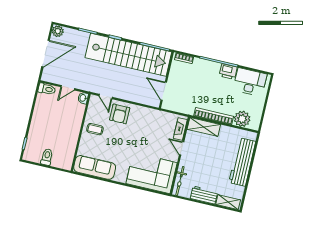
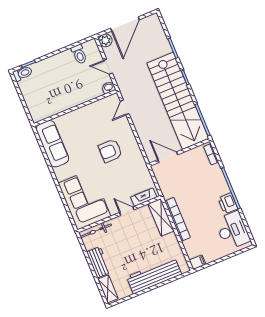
plant: (58, 31) -> (105, 40), moved
door: (46, 53) -> (125, 24), hinge flipped
toilet: (47, 89) -> (79, 54), moved
door: (164, 91) -> (168, 157), hinge flipped
armchair: (120, 114) -> (110, 151), moved
plant: (242, 119) -> (194, 247), removed
filing cabinet: (255, 124) -> (197, 262), added
coffee table: (95, 129) -> (88, 119), removed
door: (182, 148) -> (127, 211), hinge flipped
toilet: (47, 157) -> (23, 73), moved

